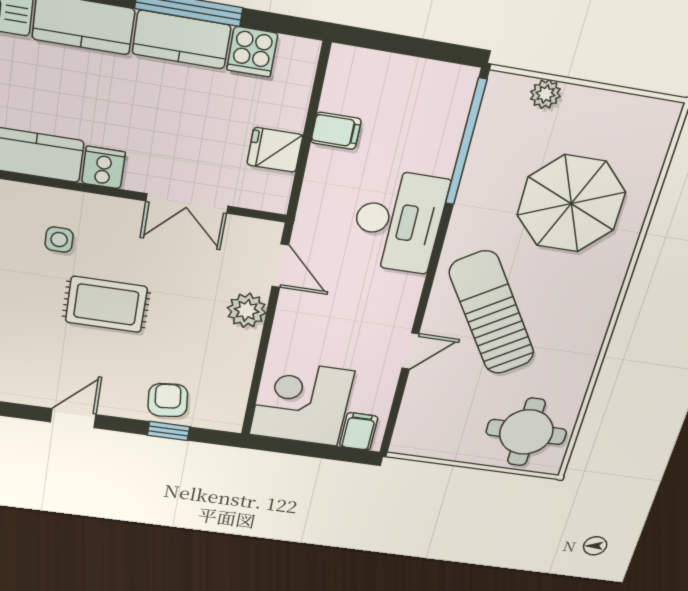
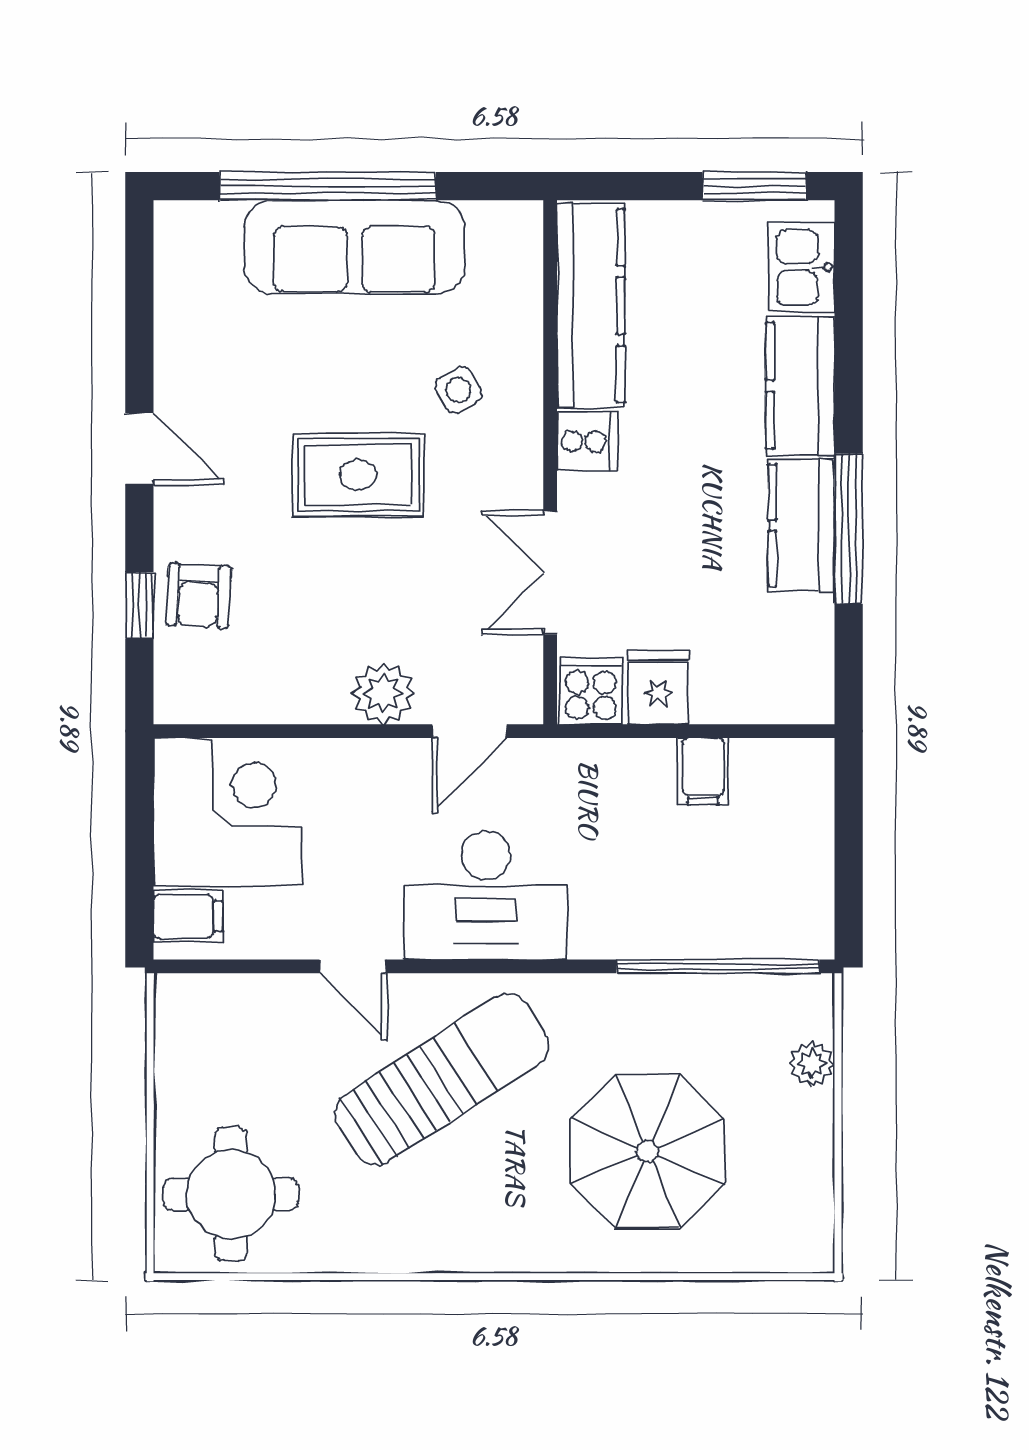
cooker: (252, 52) -> (591, 691), moved, turned 90
desk: (398, 221) -> (486, 895), moved
side table: (59, 240) -> (458, 390), turned -31
rug: (106, 304) -> (358, 475), turned 90
armchair: (168, 400) -> (198, 596), turned 99

